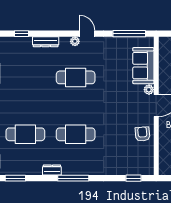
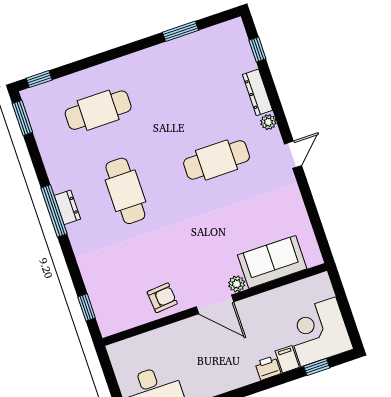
window: (129, 34) -> (316, 222), removed
plant: (75, 41) -> (268, 122), moved
cafe table: (76, 77) -> (217, 160), turned 90
cafe table: (25, 134) -> (98, 110), turned 90
dresser: (52, 170) -> (67, 207), moved

